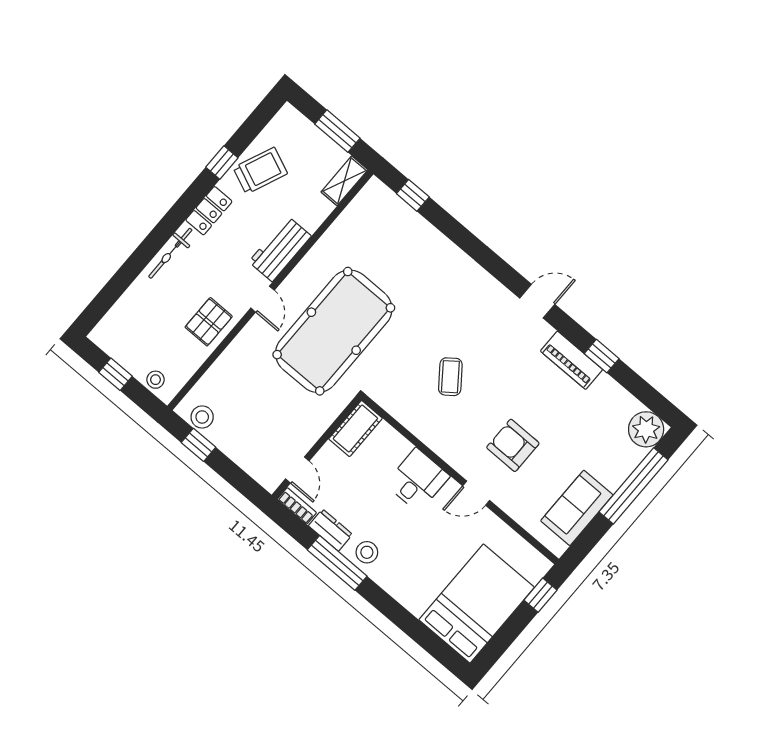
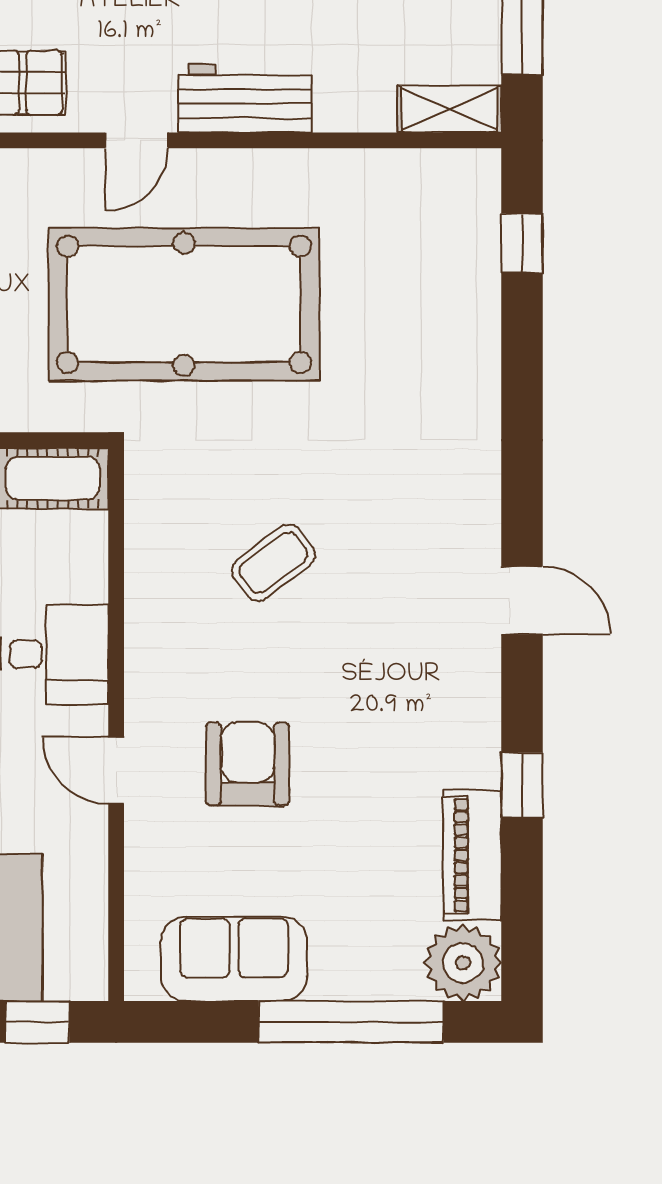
piano: (571, 360) -> (472, 855), moved

